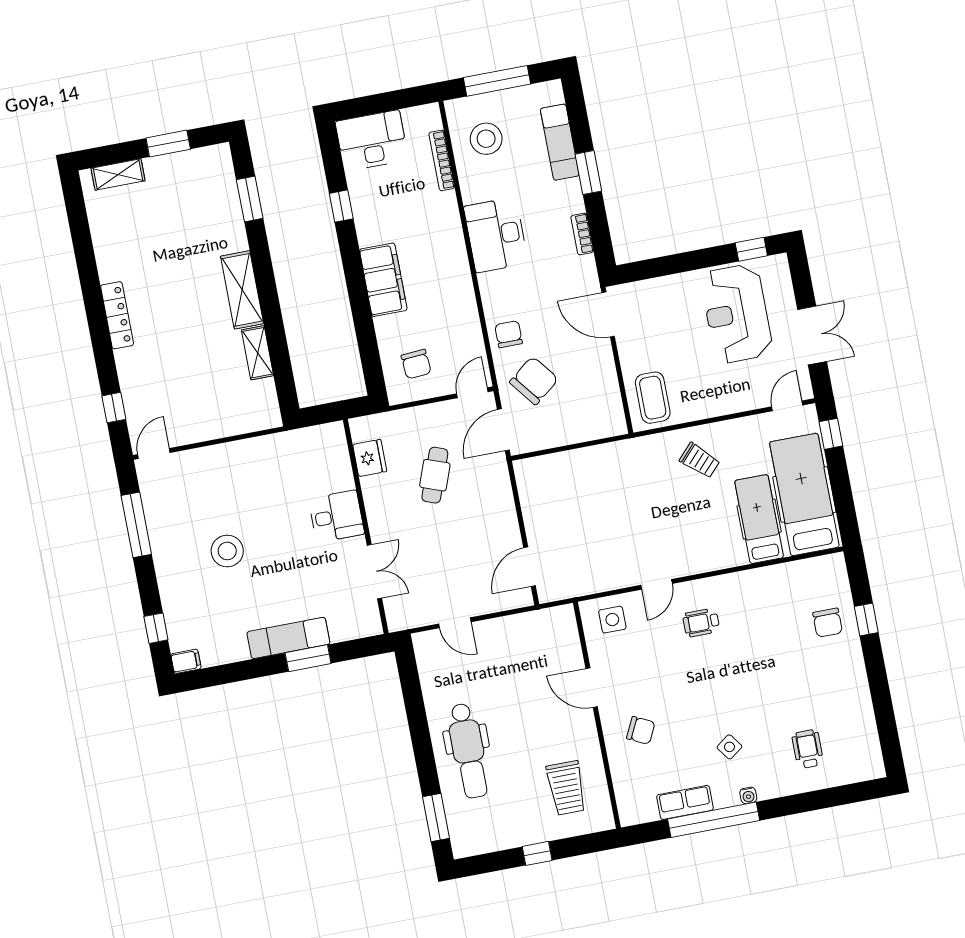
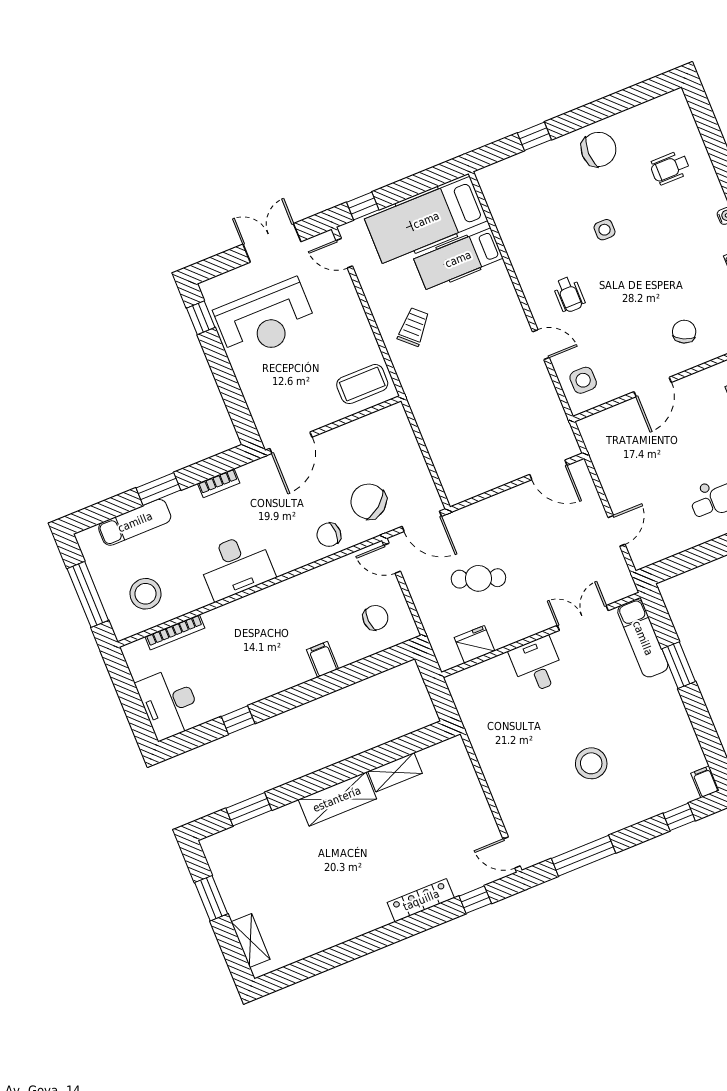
filing cabinet: (383, 280) -> (323, 659), width x0.33, depth x0.86
locker: (117, 315) -> (421, 900), moved
chair: (828, 623) -> (599, 149), moved, width x1.37, depth x1.37
exam couch: (288, 638) -> (643, 638), moved
side table: (729, 747) -> (605, 230), moved, turned 36

